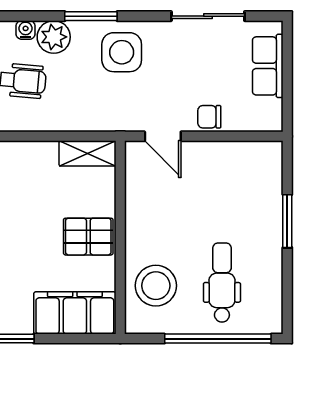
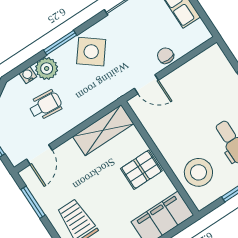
side table: (122, 52) -> (91, 52), turned 38
chair: (209, 117) -> (166, 56), turned 90
shelving: (87, 153) -> (103, 130), width x1.50, depth x1.33

